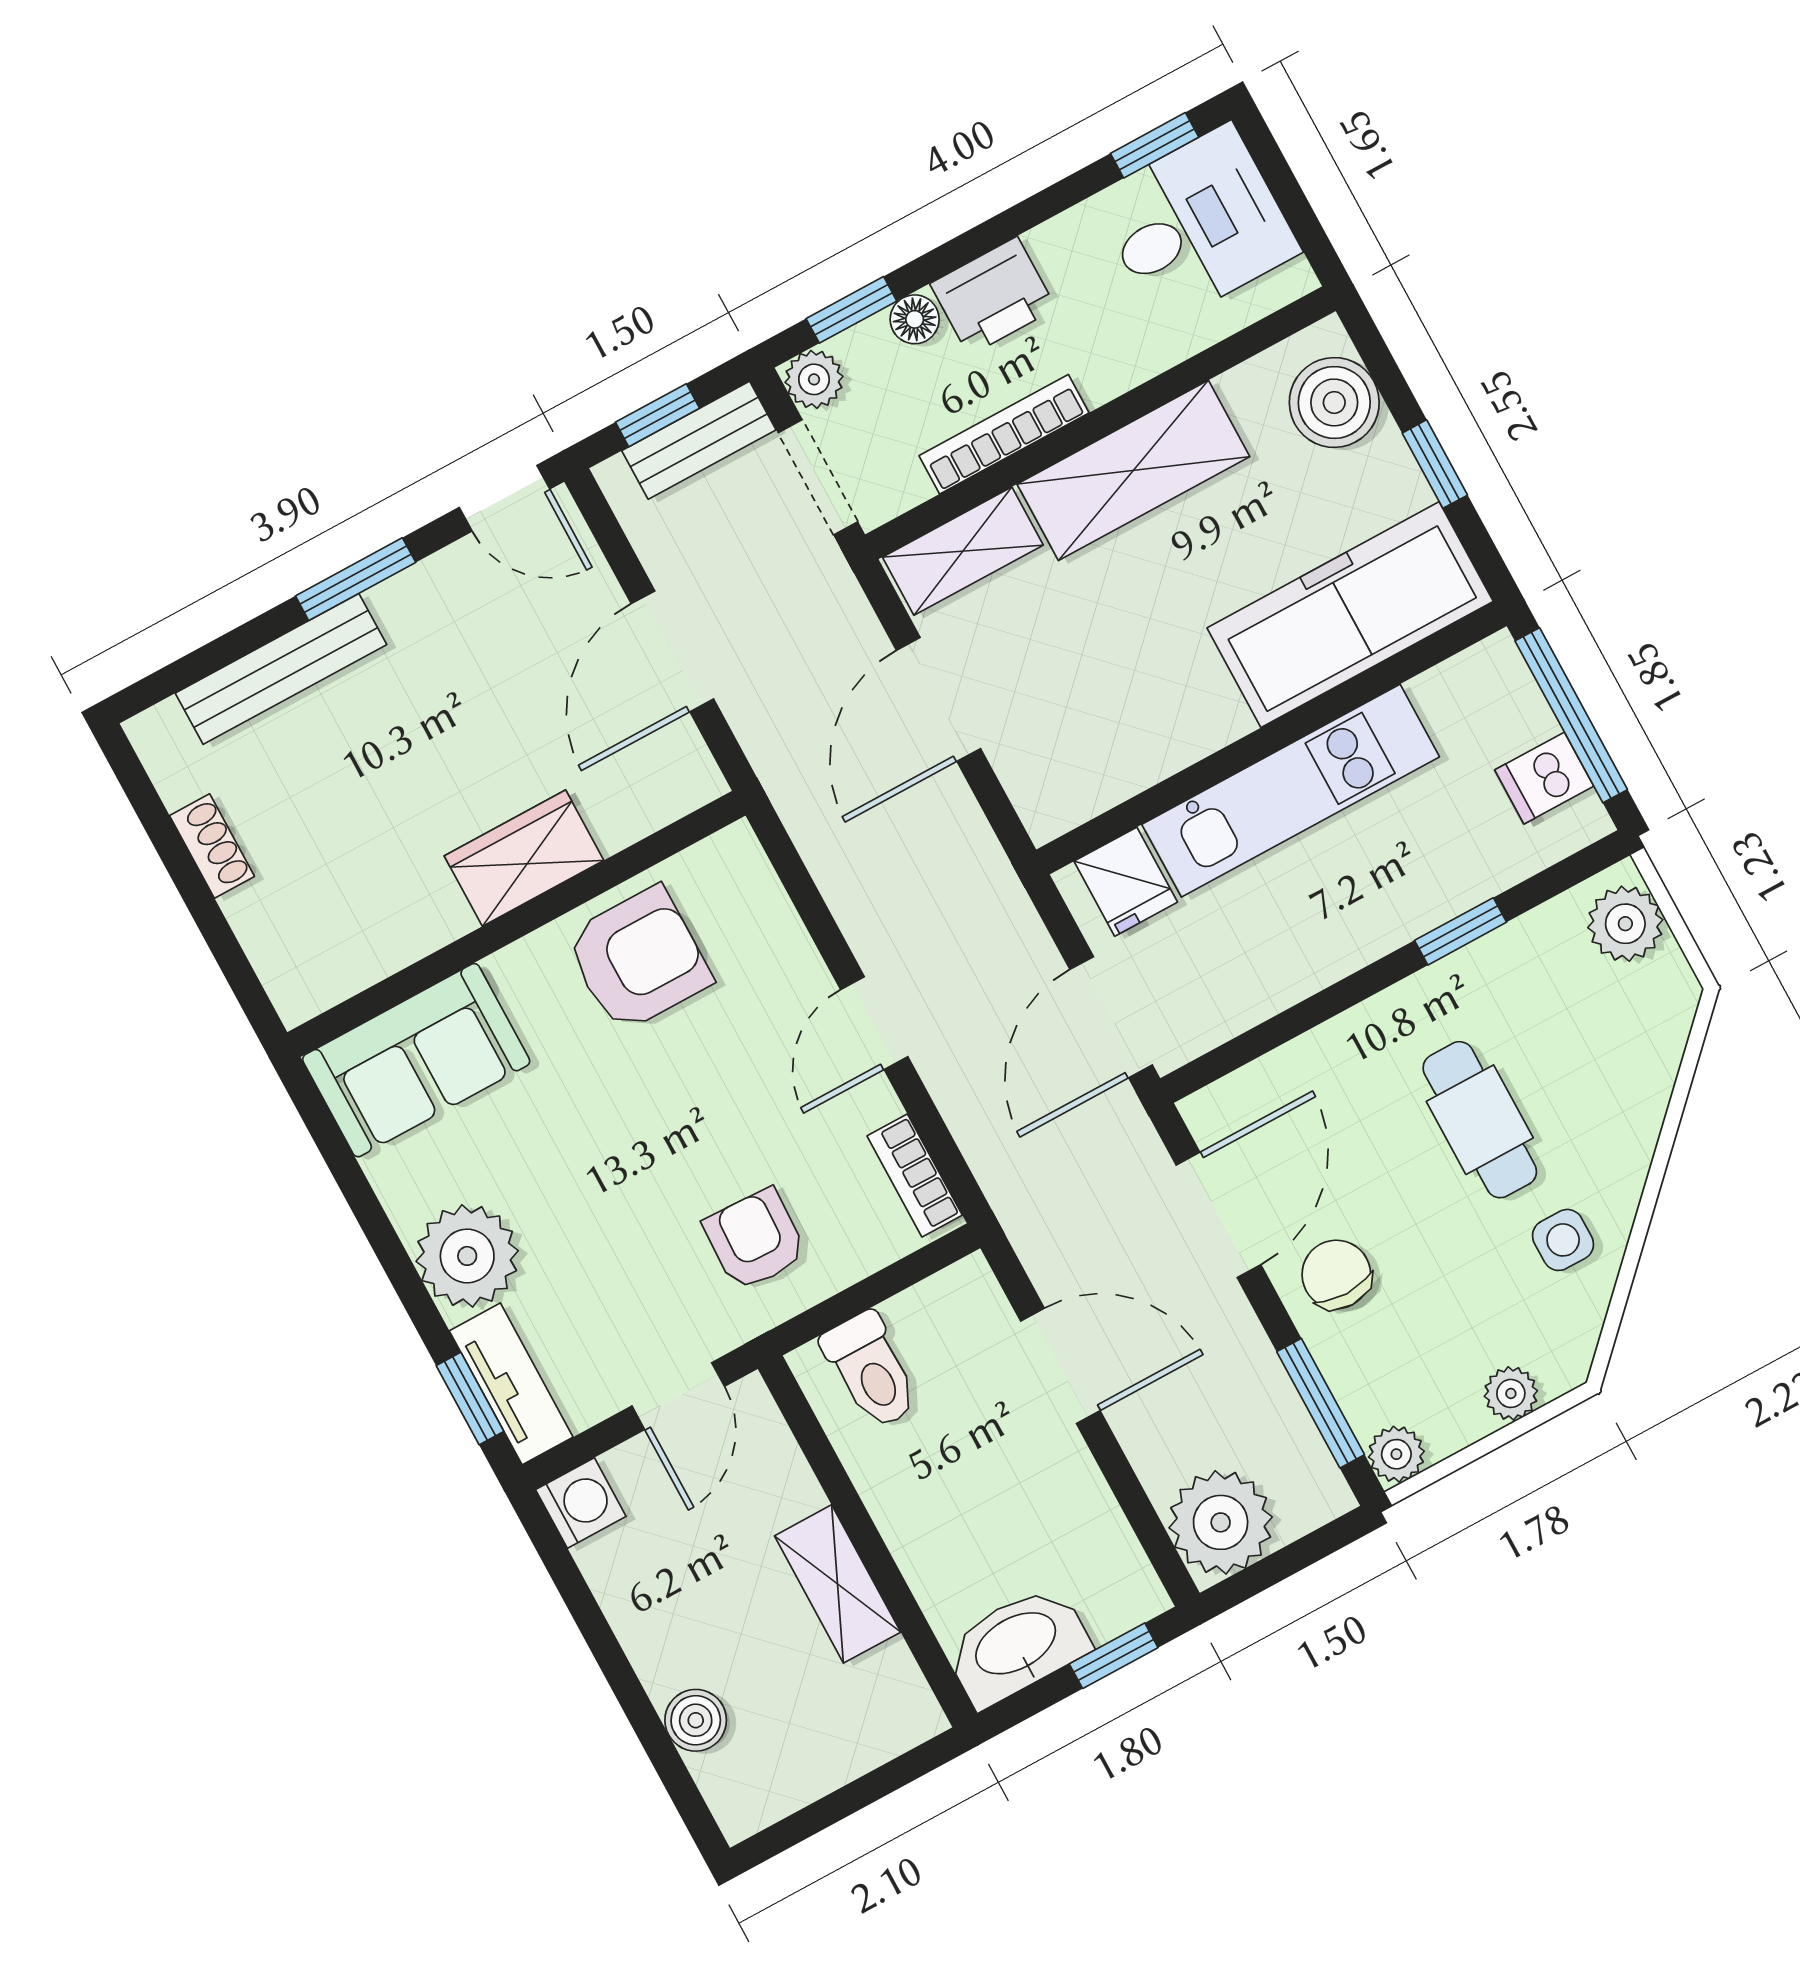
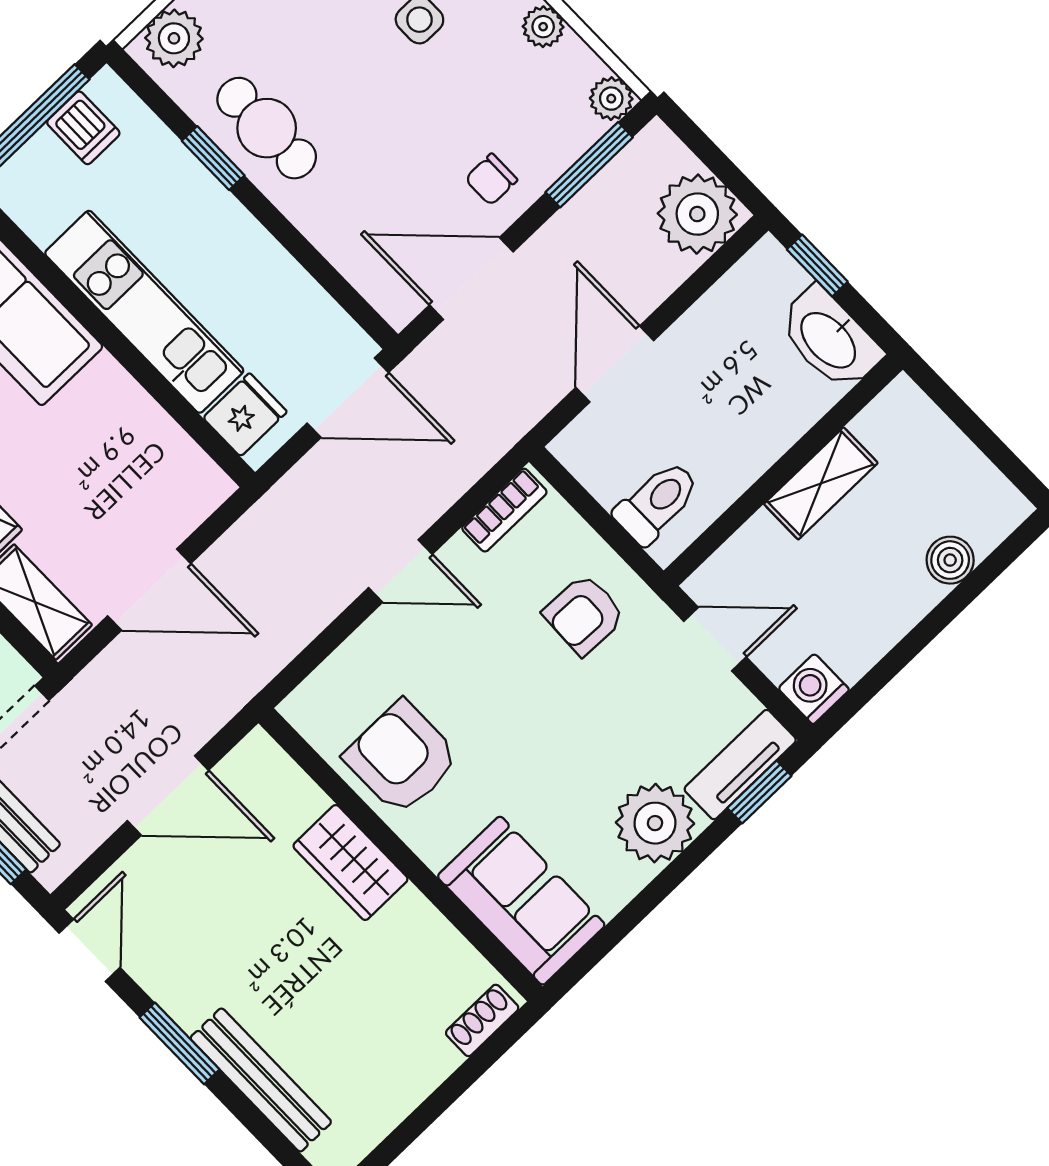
shoe rack: (212, 846) -> (482, 1020), moved
cafe table: (1480, 1120) -> (267, 128), moved, turned 90
chair: (1336, 1275) -> (491, 179), width x0.73, depth x0.73

